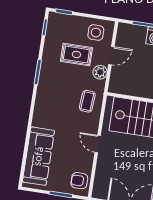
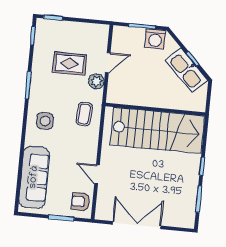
side table: (96, 33) -> (45, 121), moved
door: (98, 144) -> (97, 174), moved

